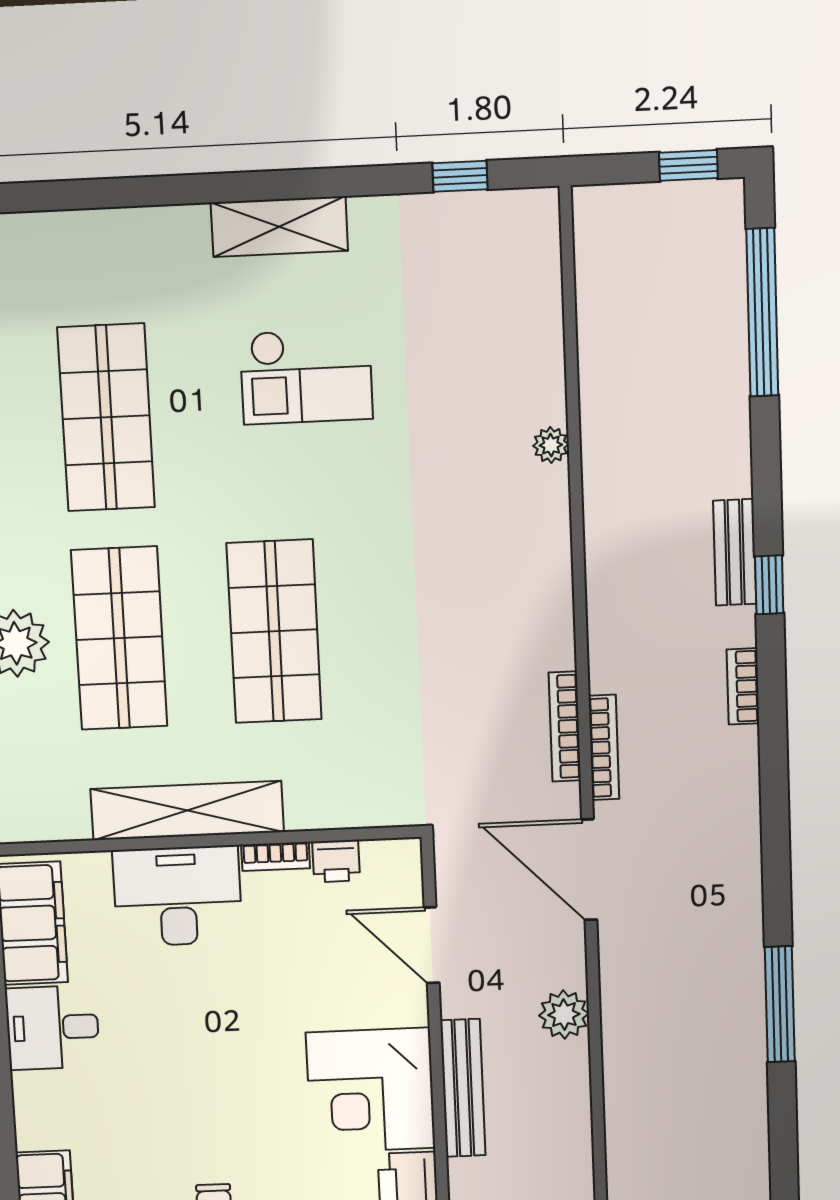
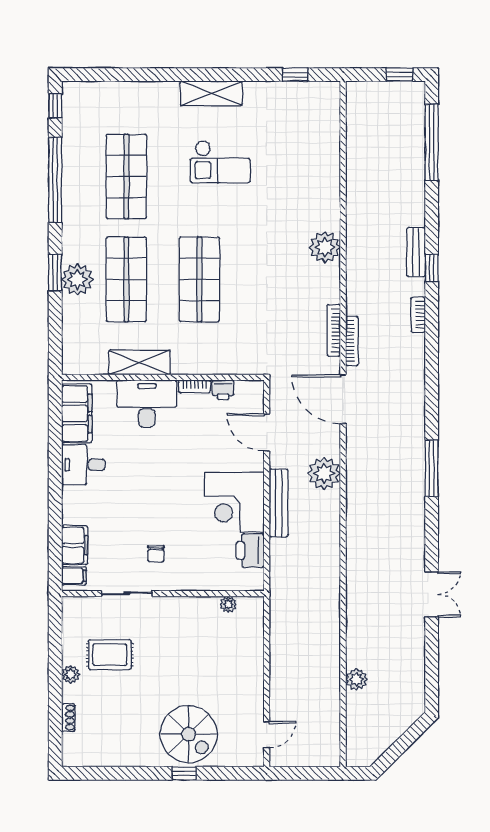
plant: (551, 445) -> (325, 247), moved, width x1.87, depth x1.87
shelving: (187, 811) -> (139, 362), width x0.68
plant: (564, 1015) -> (324, 473), width x1.36, depth x1.36

